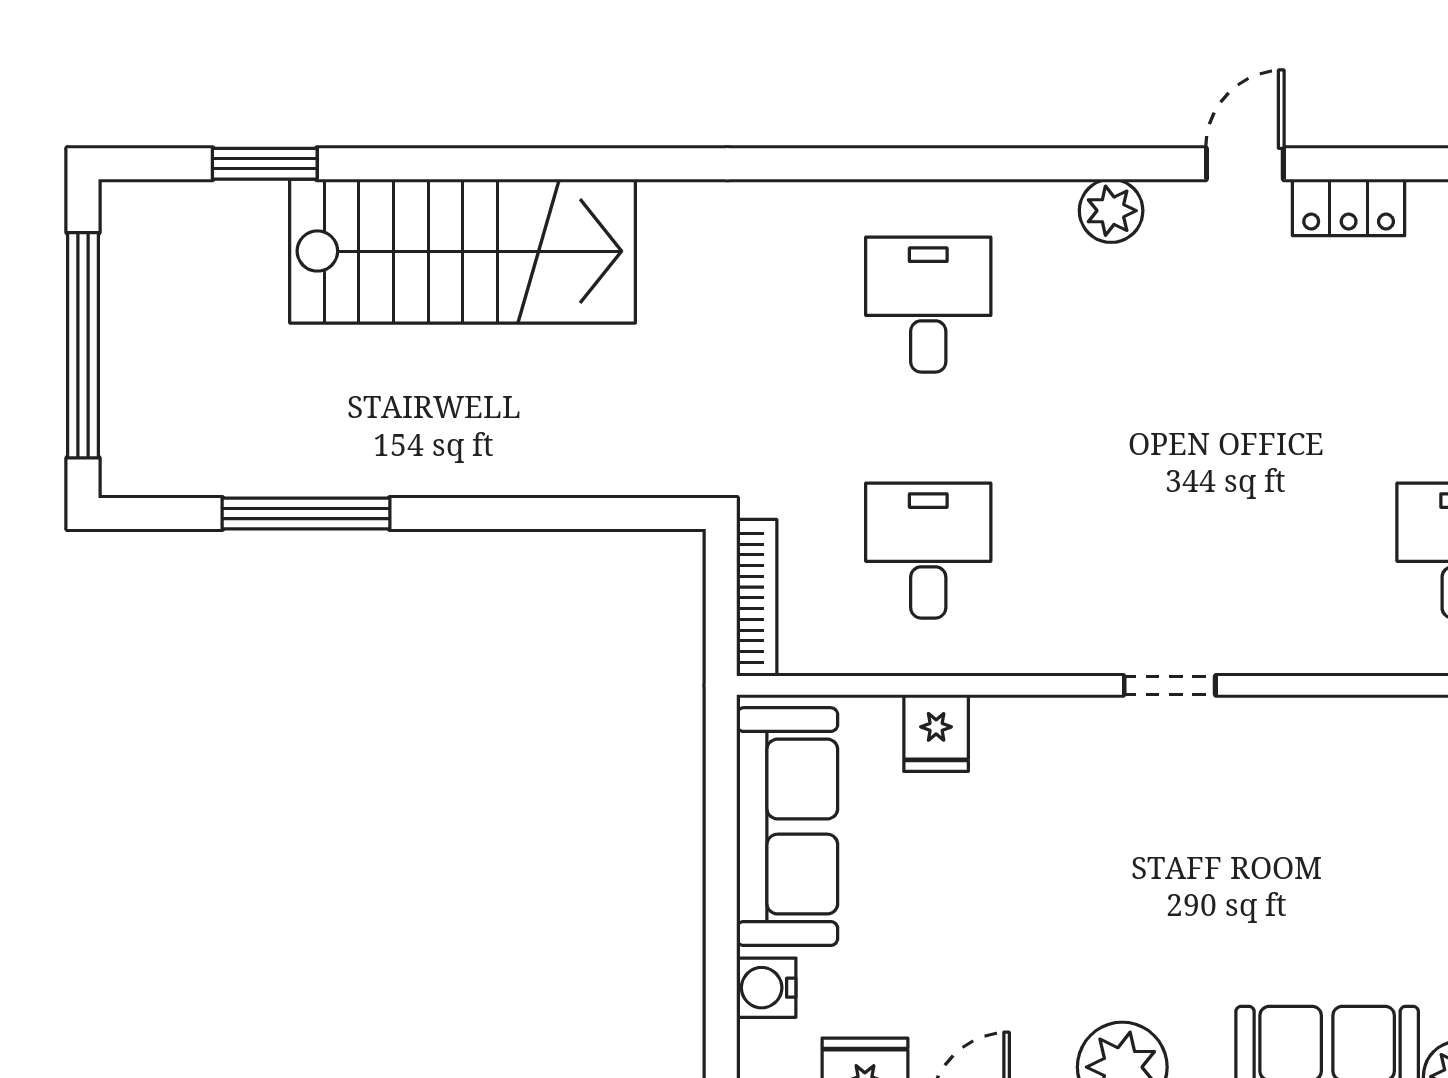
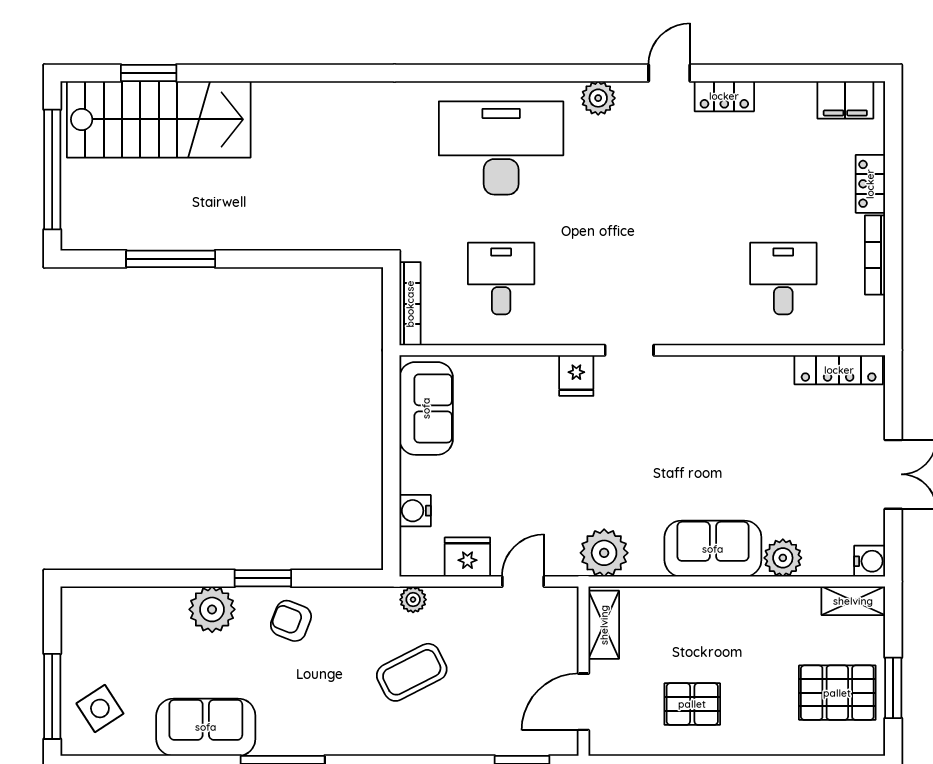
stairs: (463, 251) -> (159, 119), moved
desk: (928, 305) -> (501, 148), width x1.87, depth x1.30
fridge: (936, 733) -> (576, 375), moved
sofa: (787, 827) -> (426, 408), width x0.73

